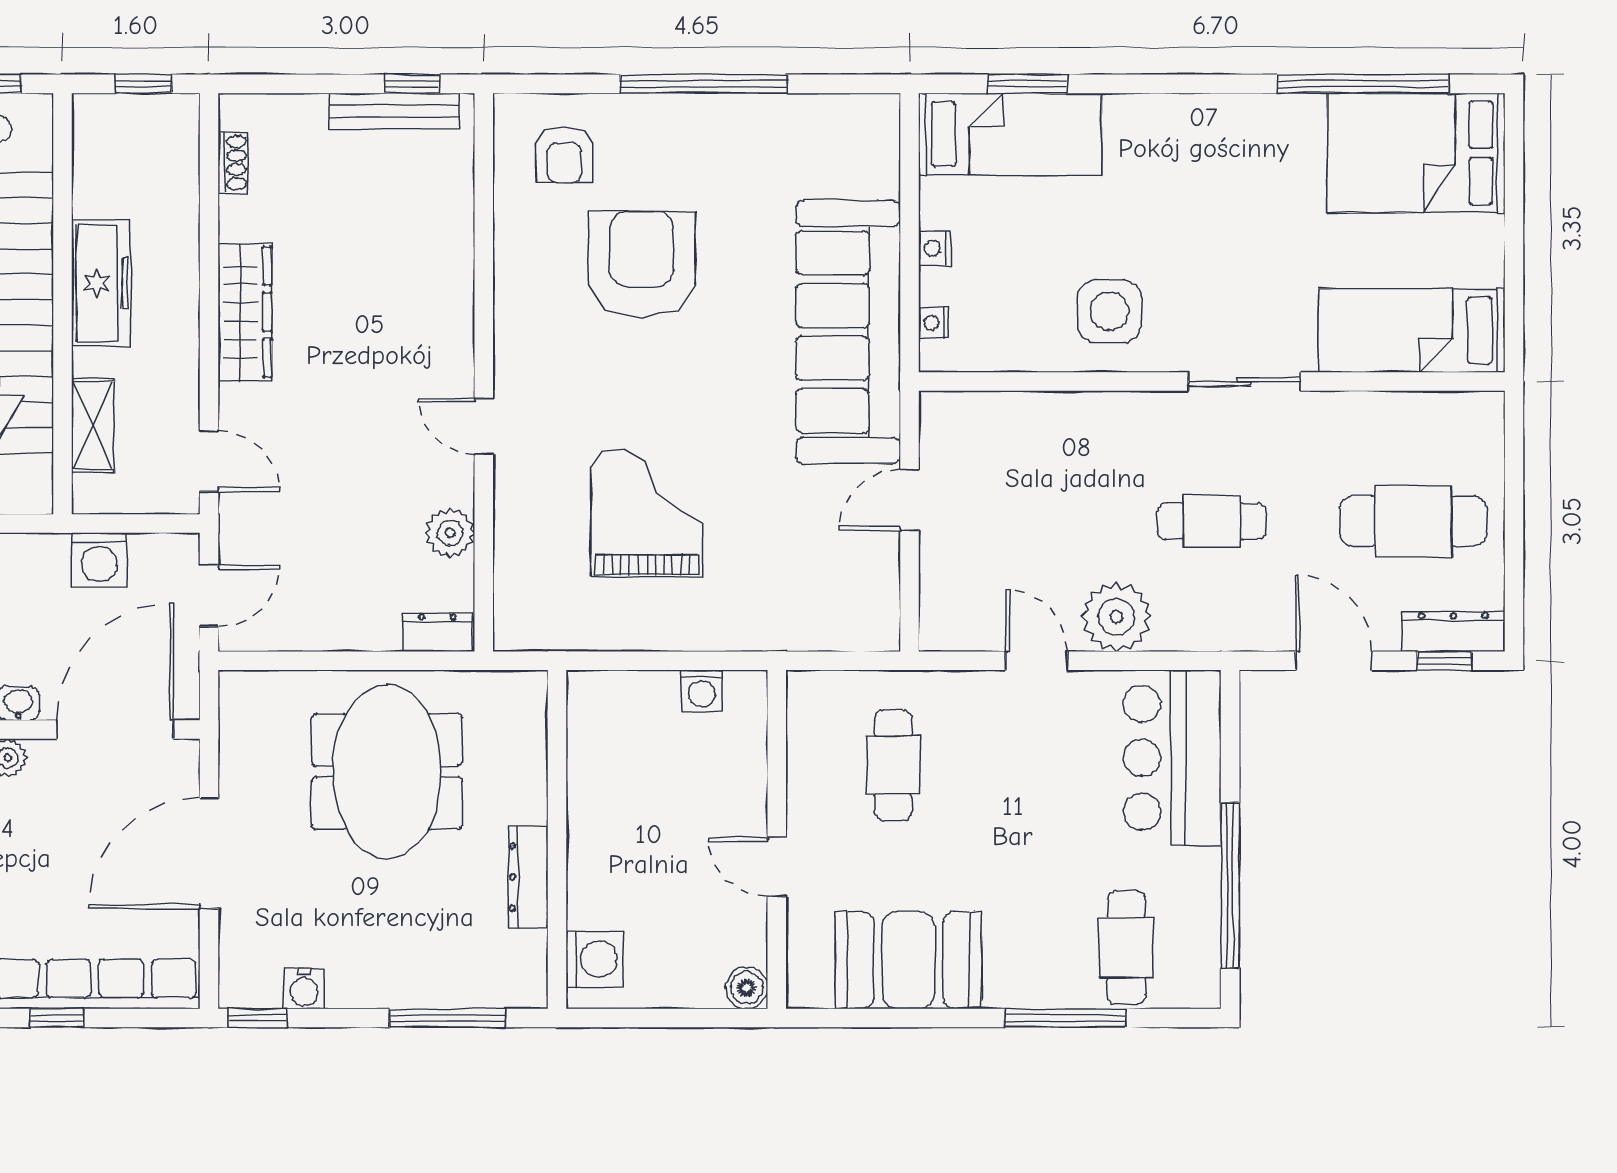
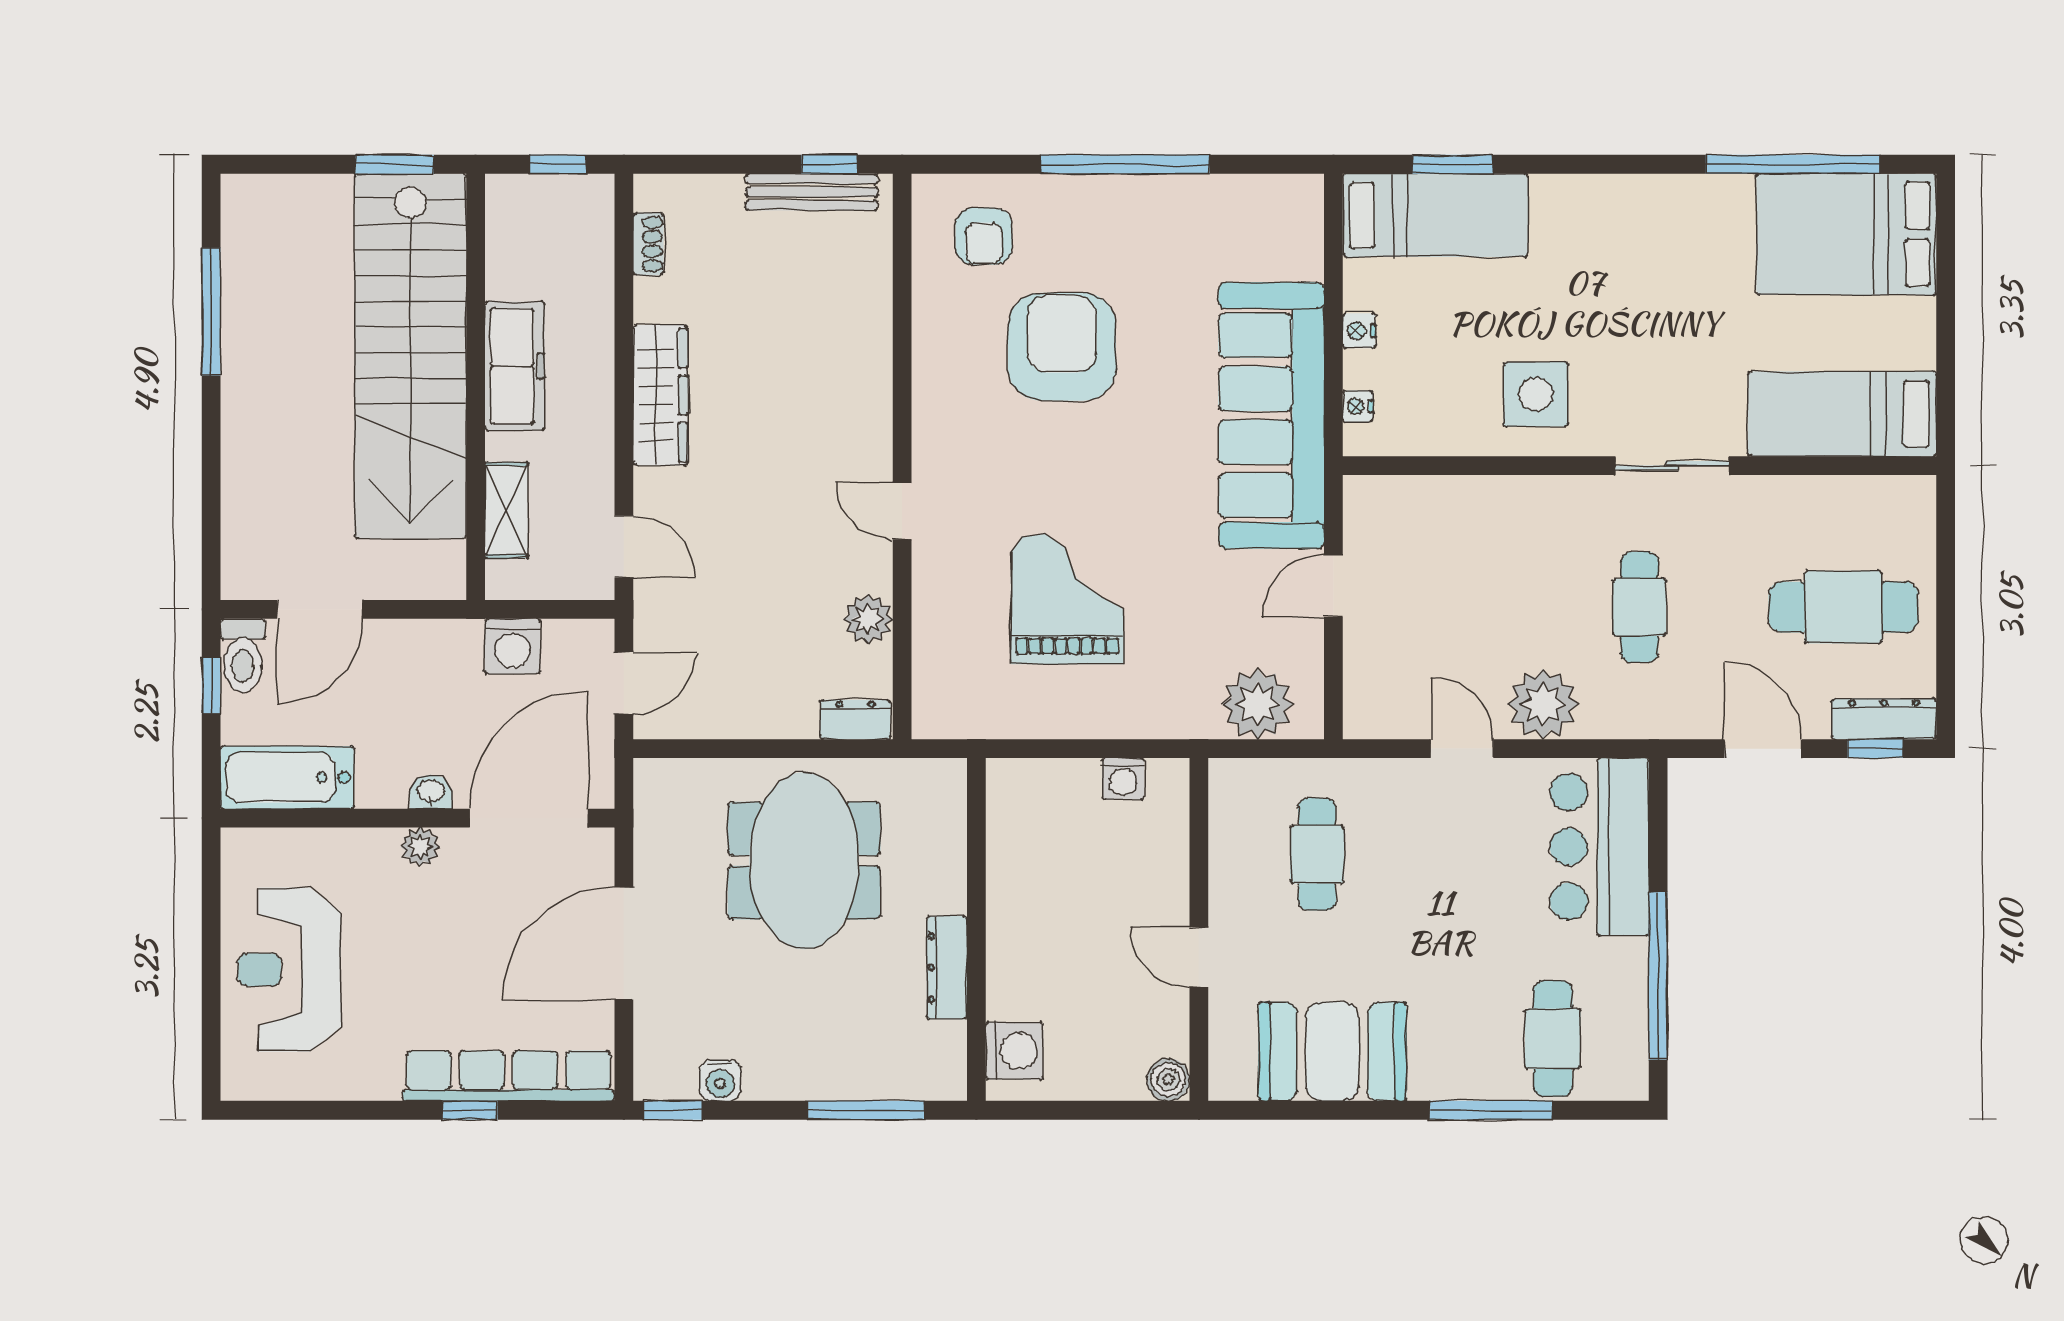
cafe table: (1212, 521) -> (1640, 607), turned 90
plant: (835, 617) -> (1258, 704), added

